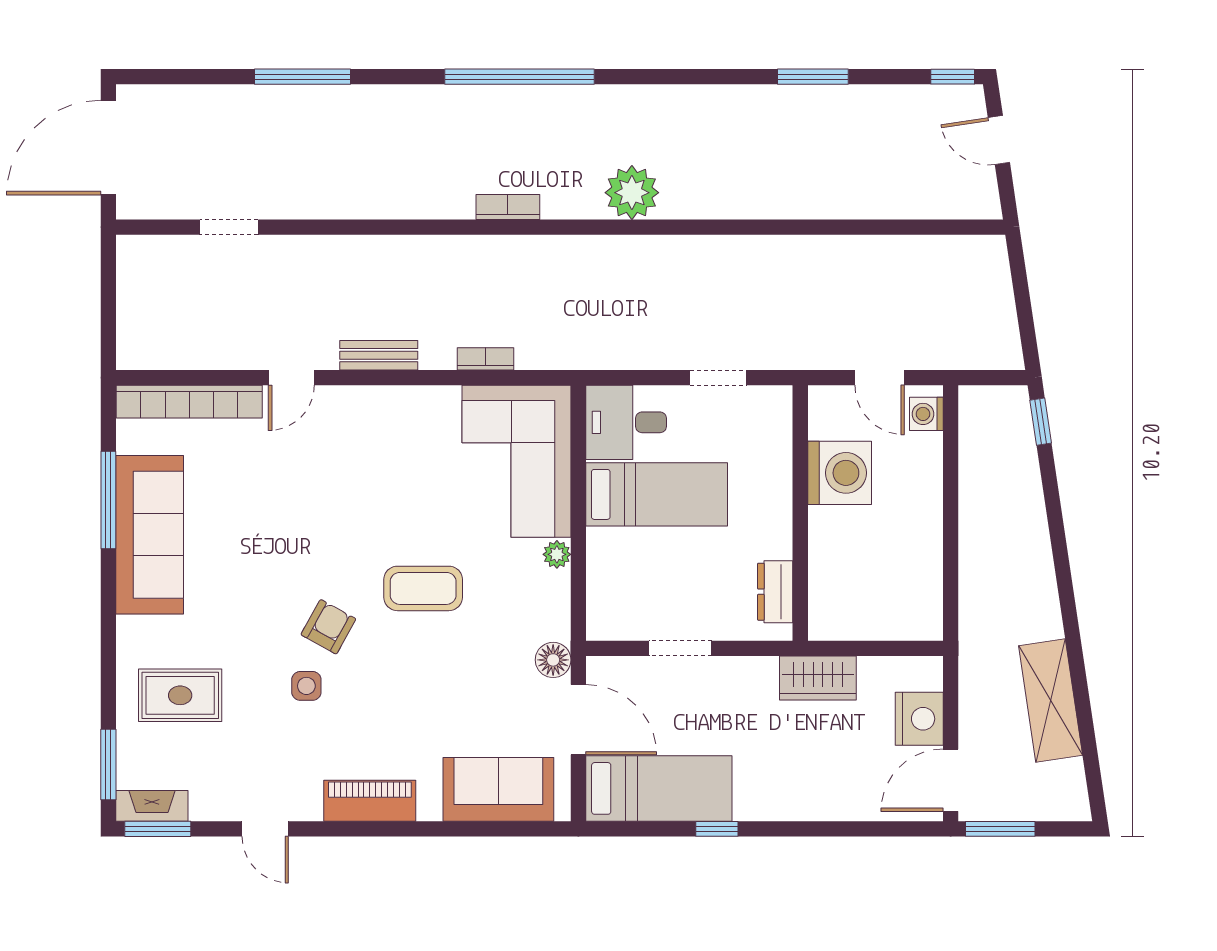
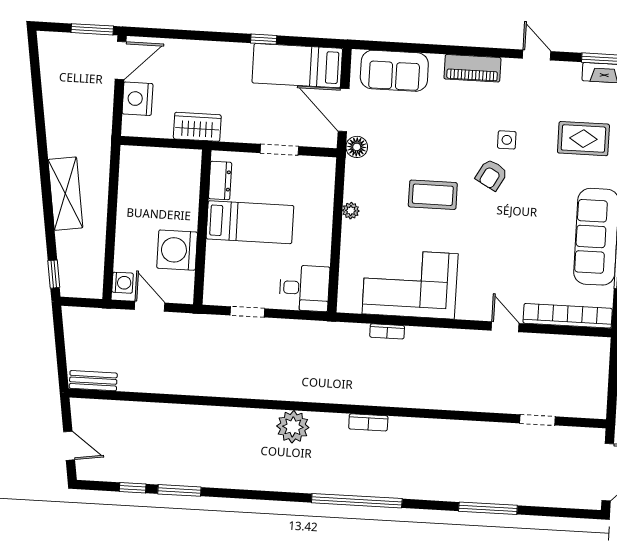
window: (953, 77) -> (133, 488), moved
bench: (379, 355) -> (93, 381), moved
door: (291, 378) -> (505, 327), hinge flipped
corner sofa: (517, 461) -> (410, 284), moved, turned -90
bed: (657, 494) -> (250, 222), moved, turned 180
shelving: (1051, 700) -> (65, 194), moved

